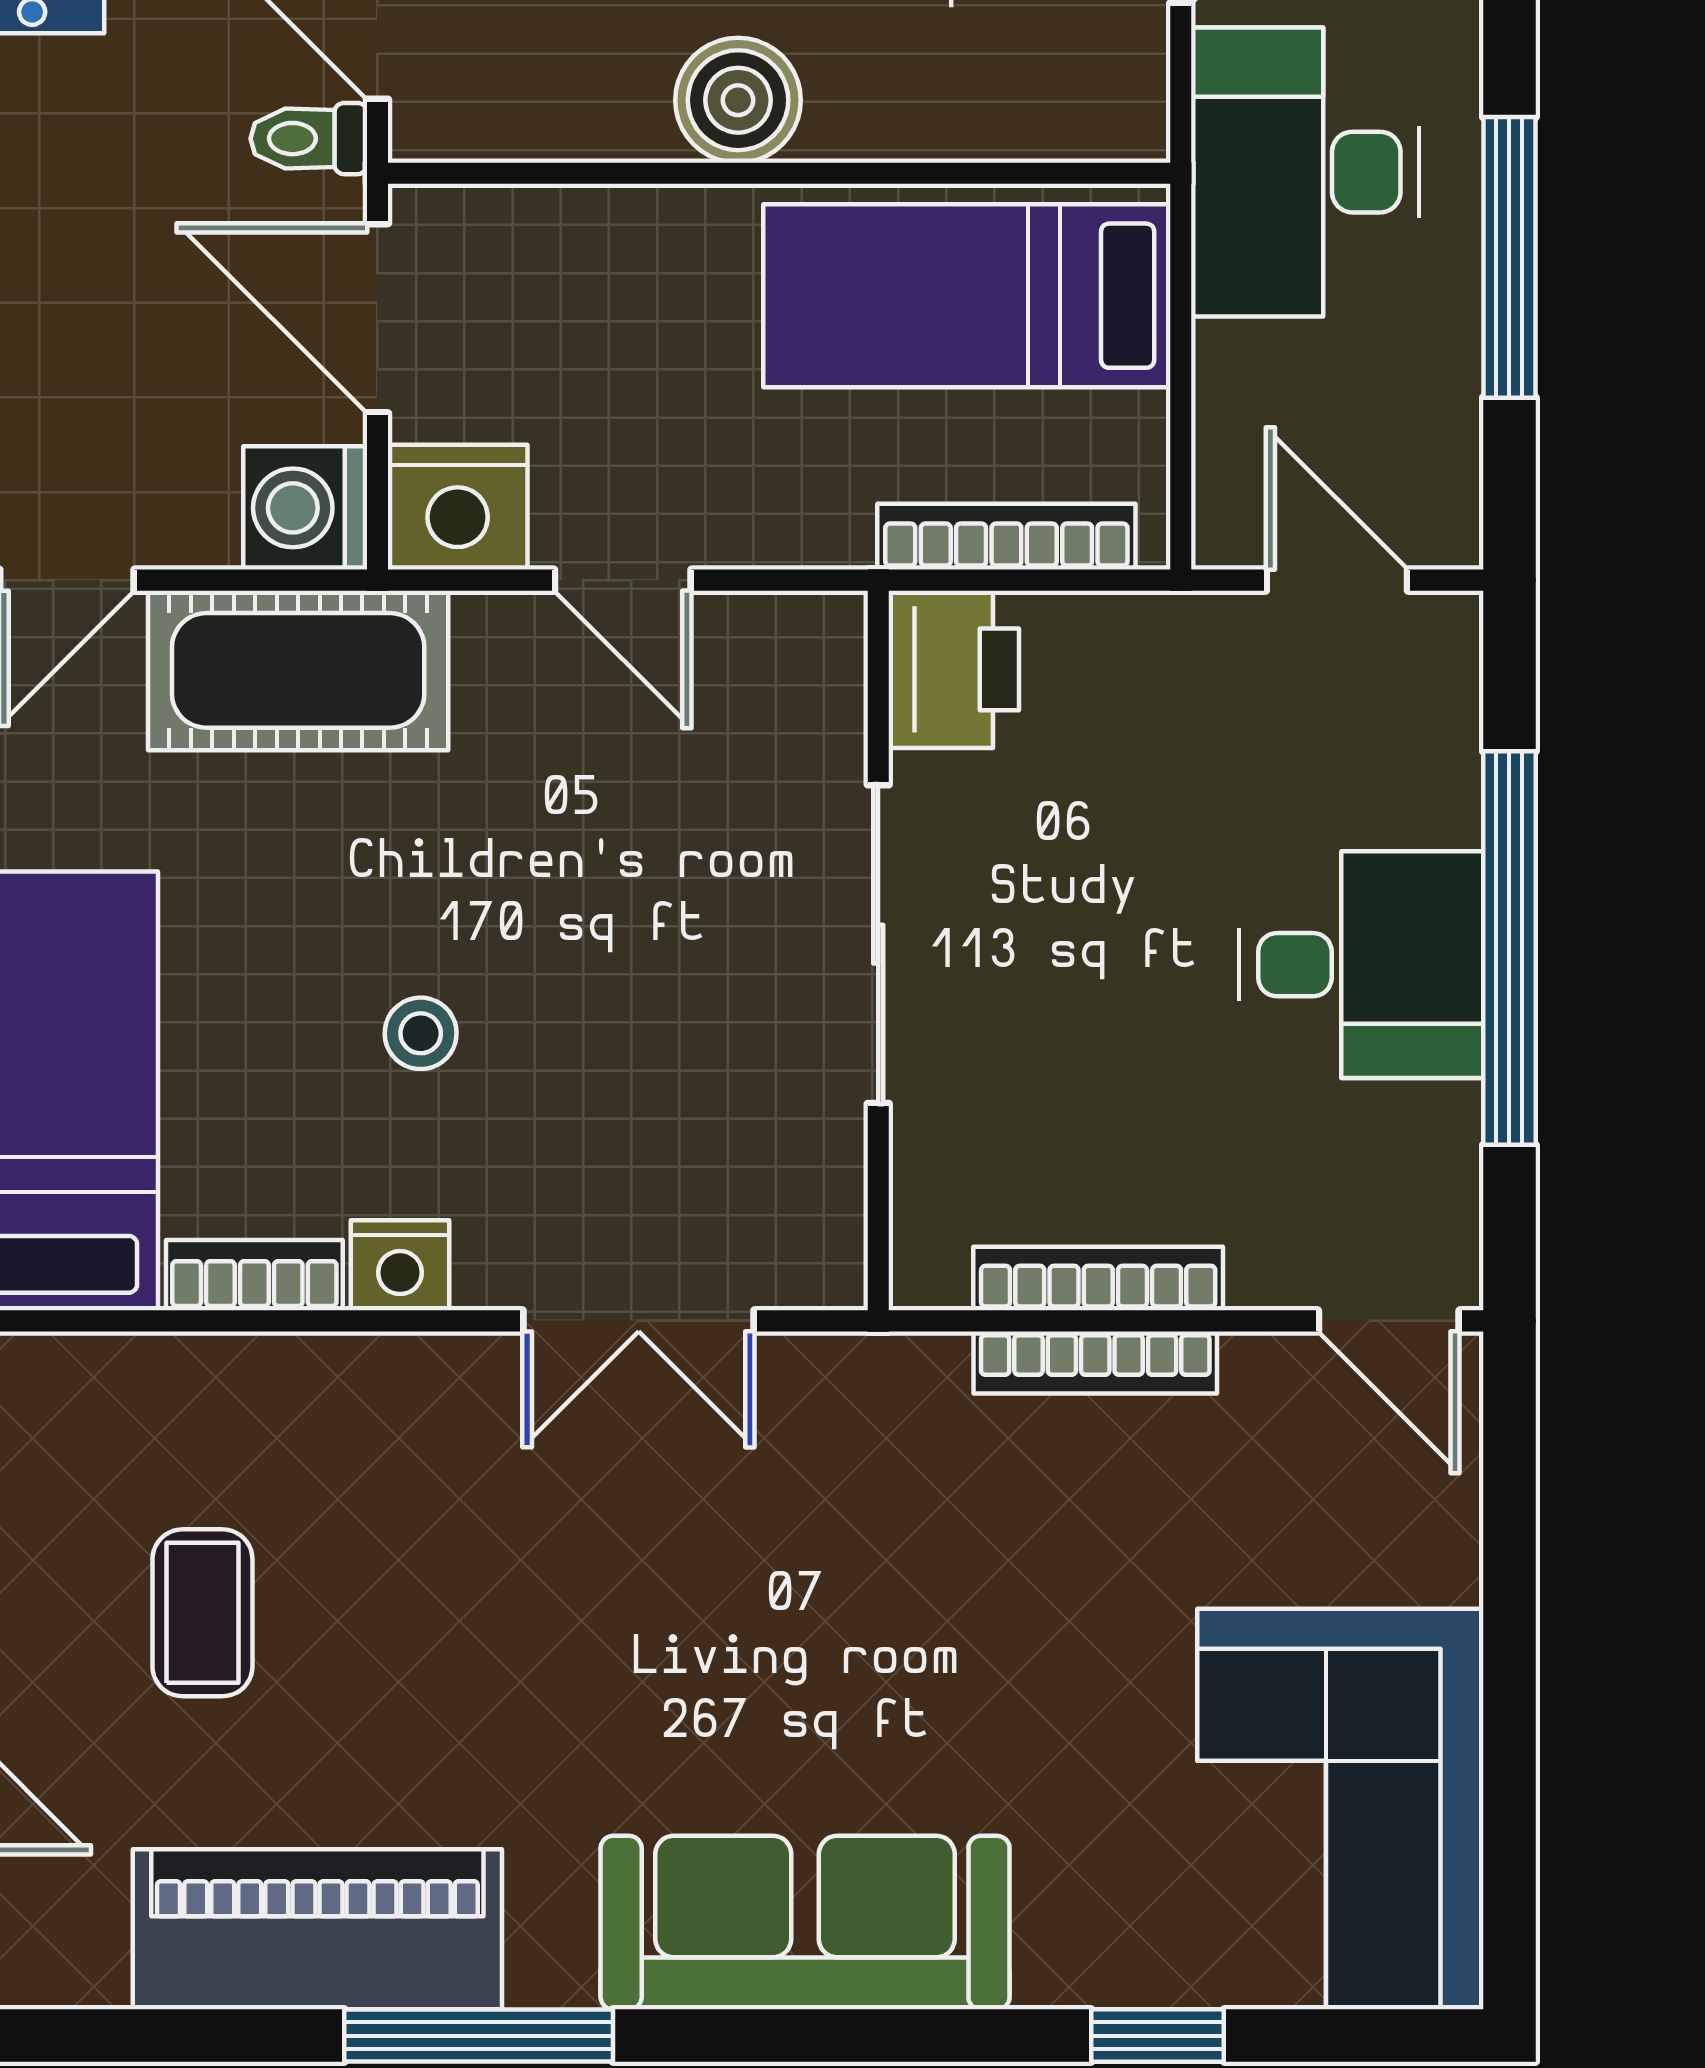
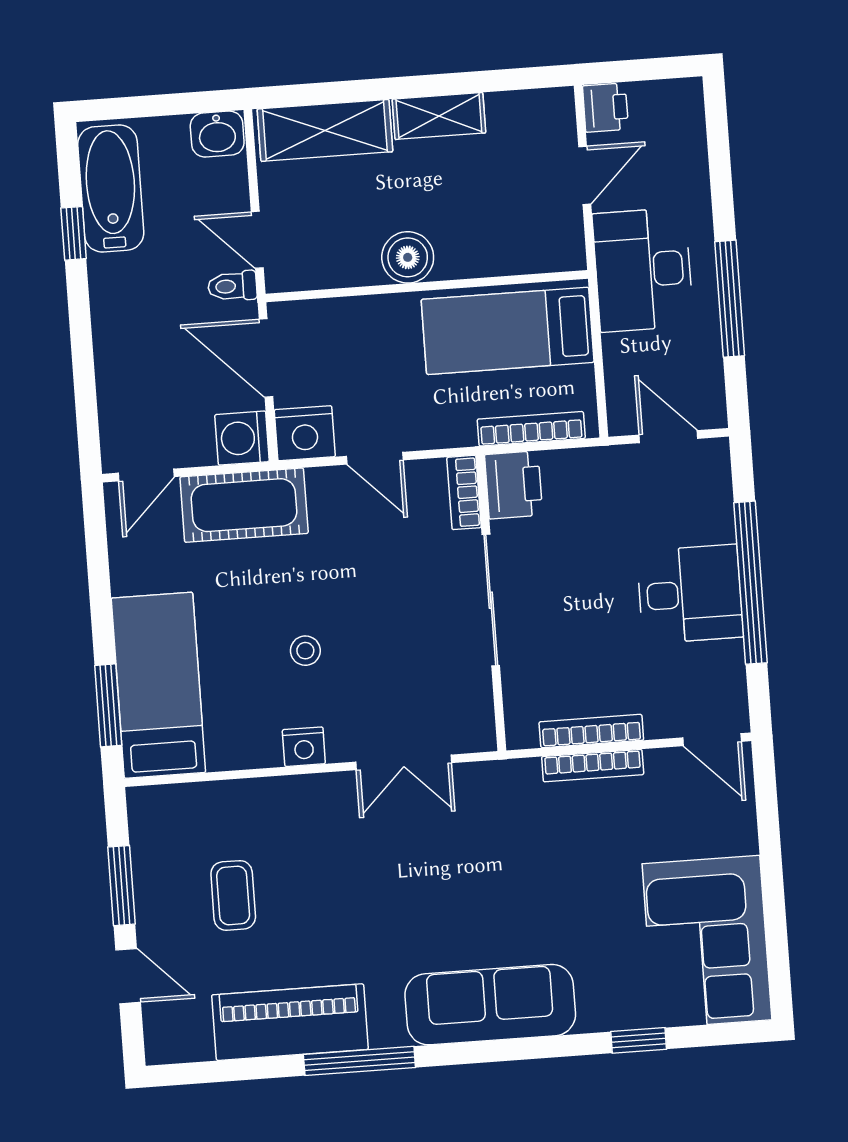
bookcase: (254, 1275) -> (464, 492), moved, turned -90

